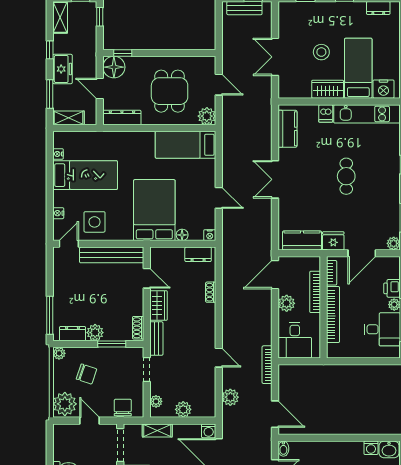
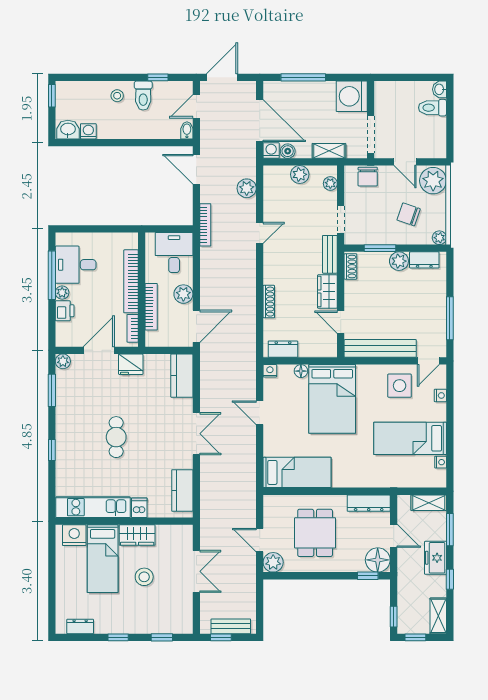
plant: (207, 116) -> (273, 562), moved
kitchen counter: (302, 240) -> (182, 376), moved, turned 90
shoe rack: (211, 292) -> (269, 302), width x1.43
window: (50, 315) -> (450, 318), moved
door: (219, 358) -> (260, 233), swing flipped
boiler: (194, 430) -> (288, 151), added

